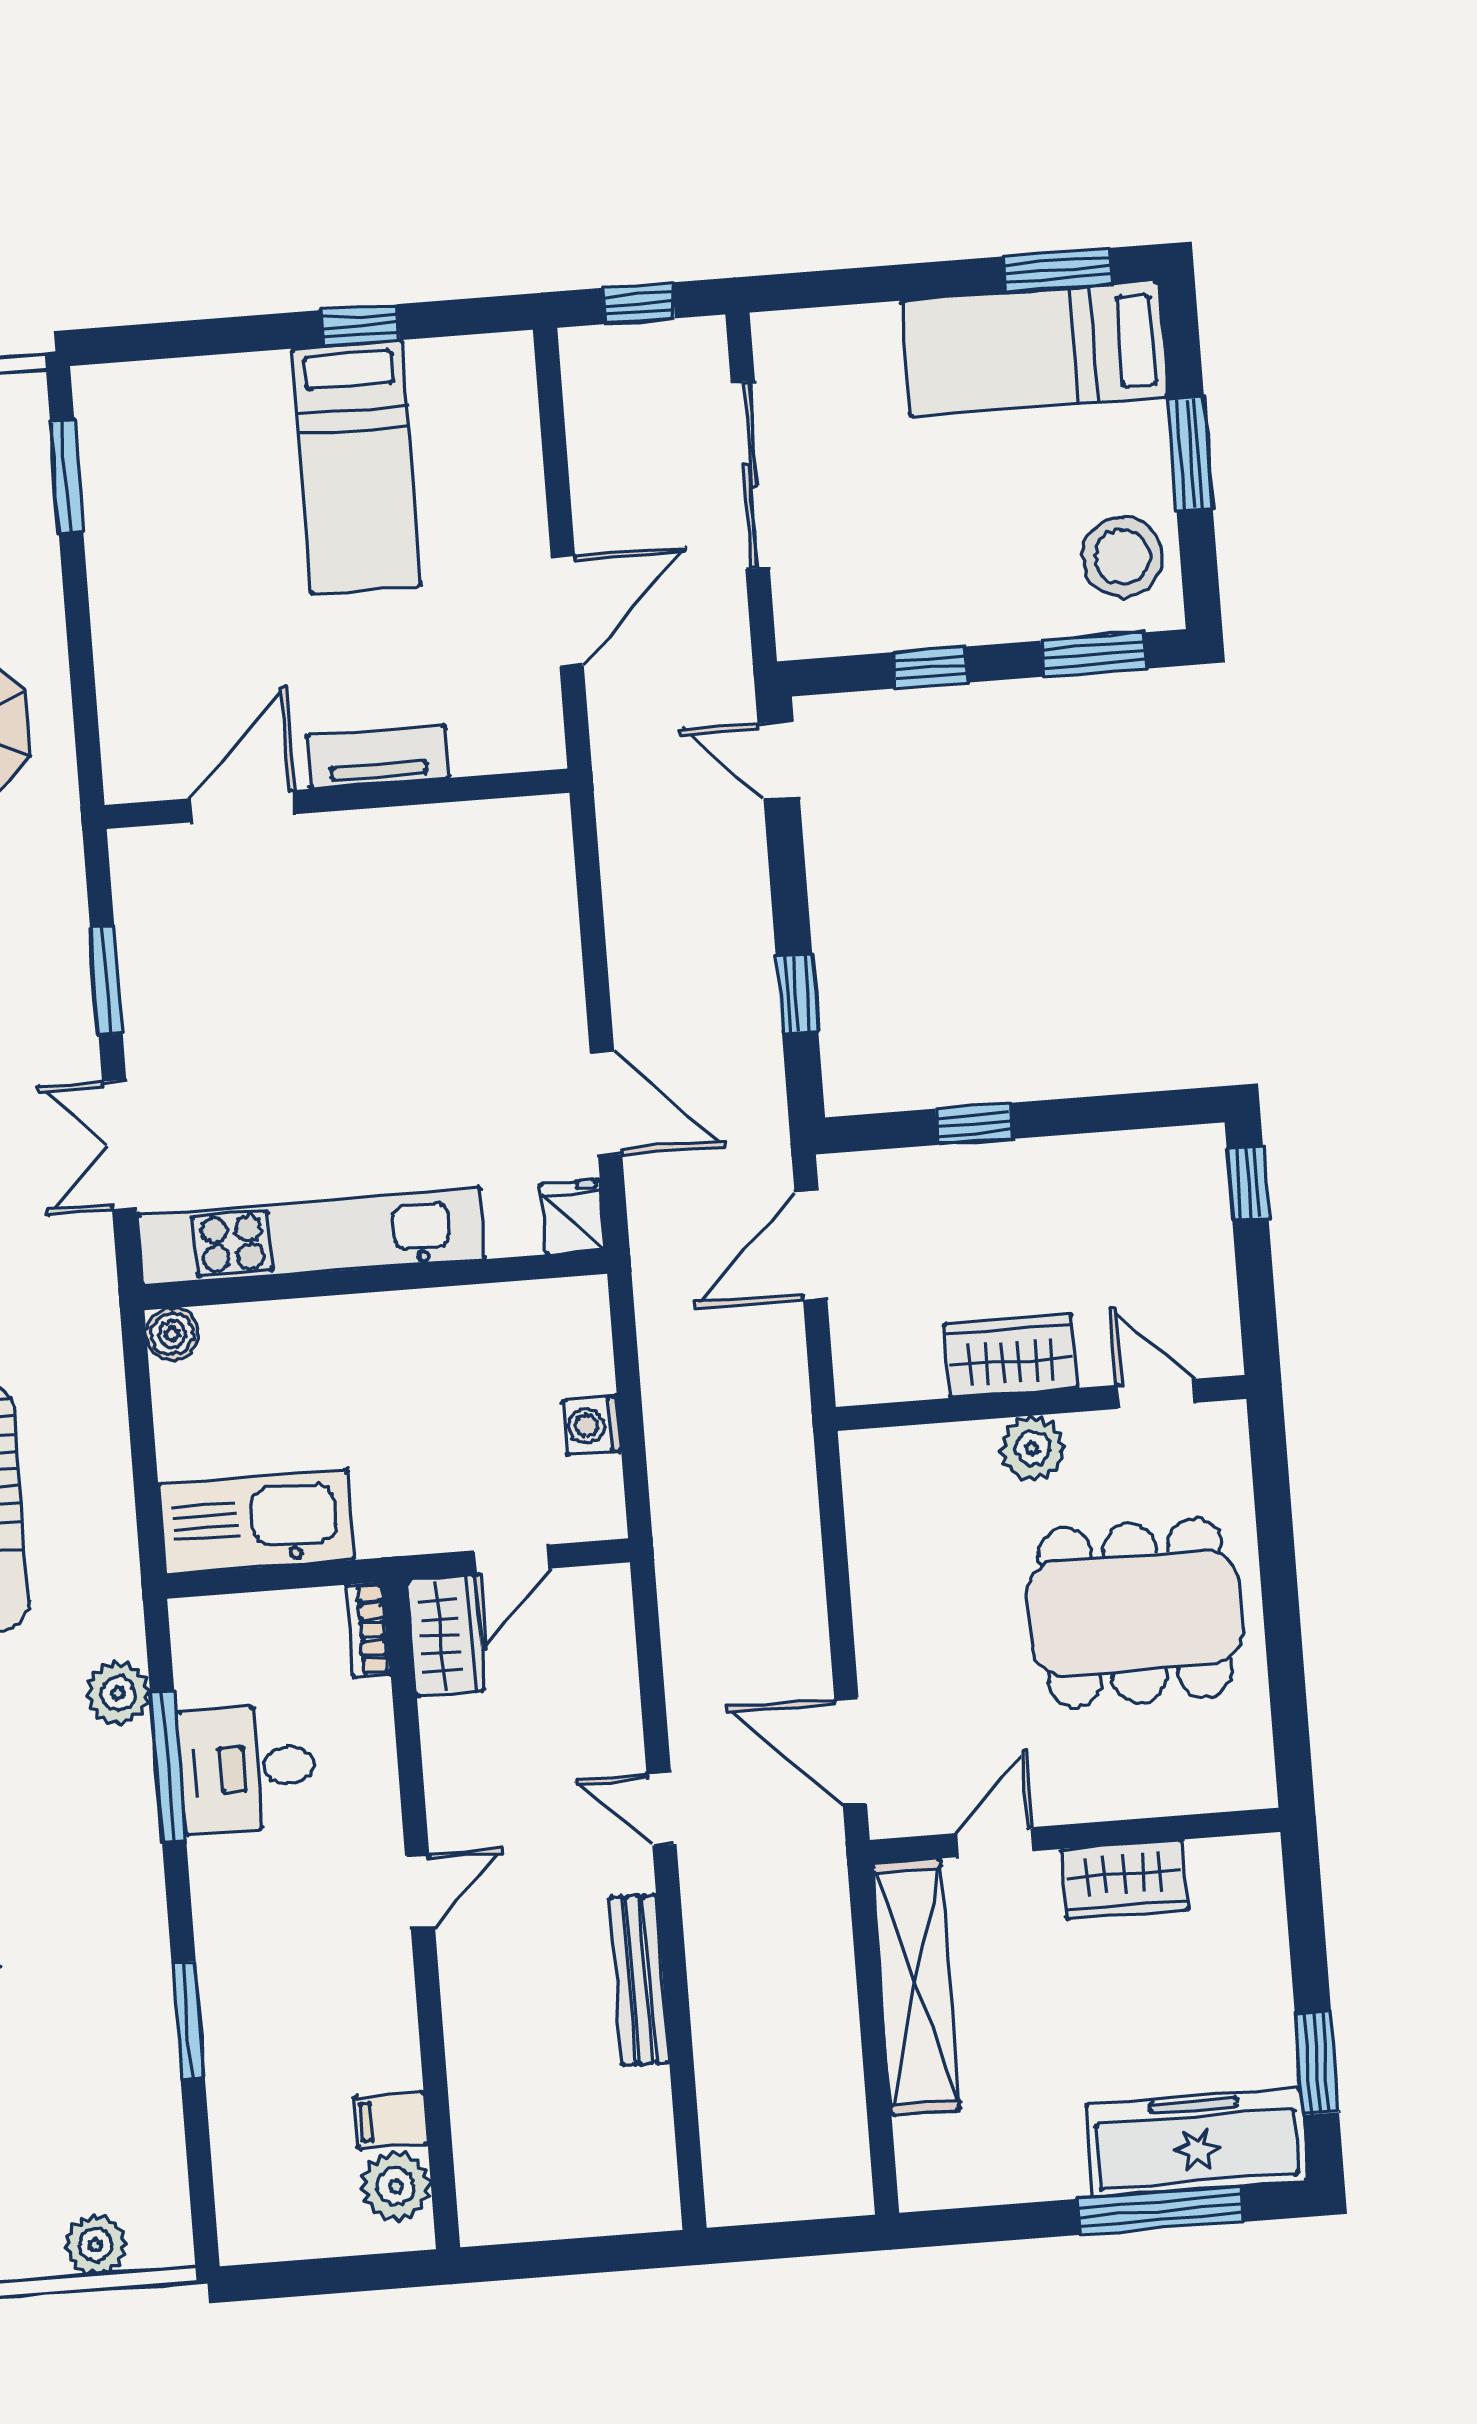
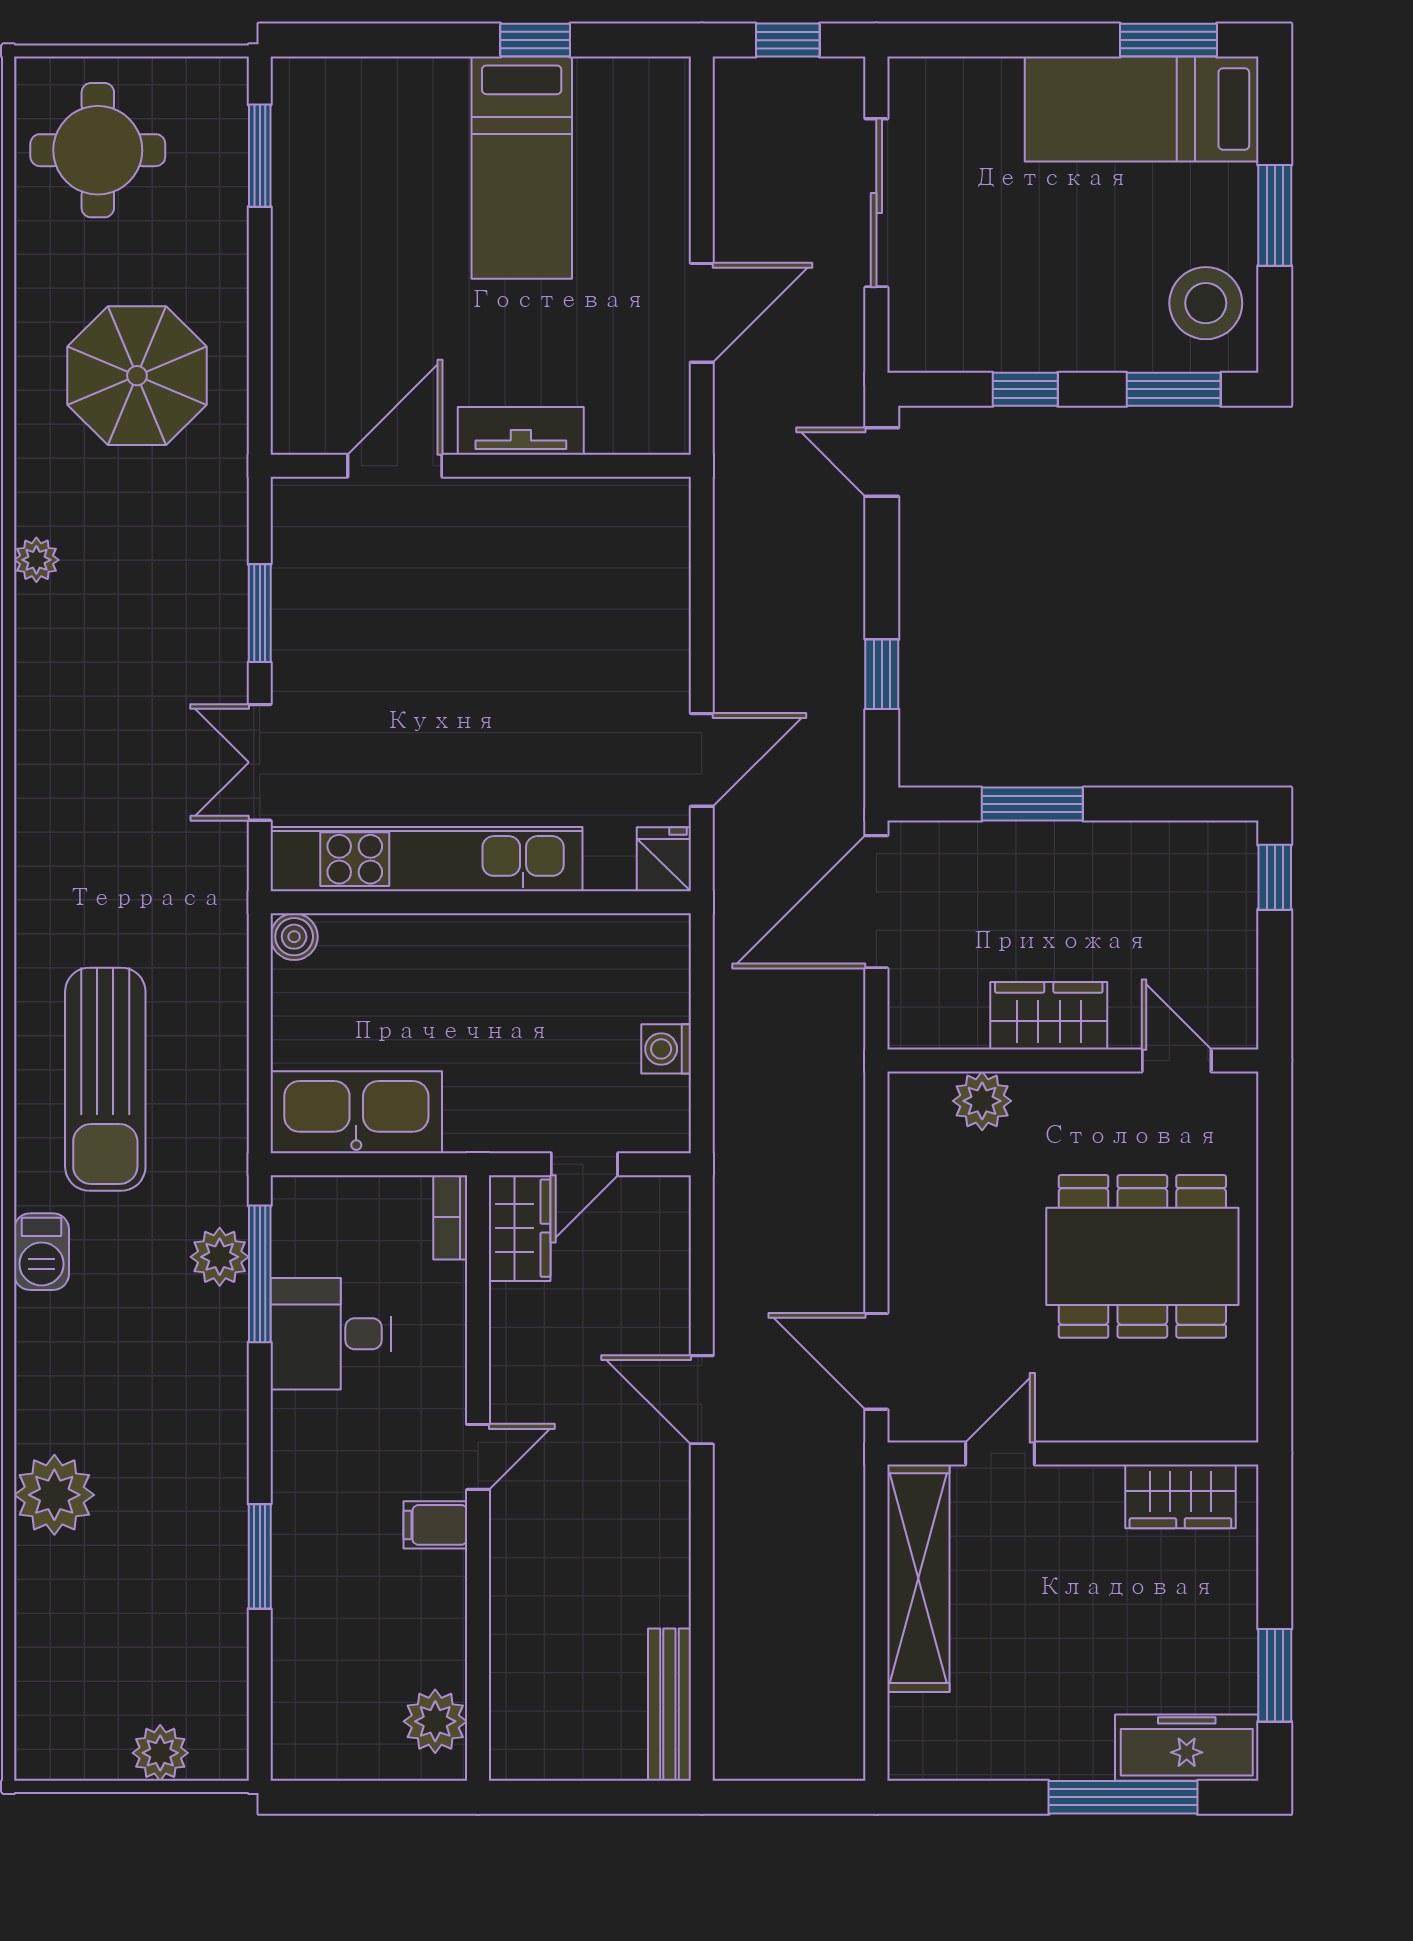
door: (606, 1104) -> (702, 760), hinge flipped
window: (974, 1124) -> (1032, 804), width x1.50
door: (811, 1245) -> (876, 902), width x1.36
plant: (1033, 1448) -> (982, 1101), moved
window: (168, 1766) -> (260, 1274), moved
door: (662, 1809) -> (702, 1400), width x1.38
wardrobe: (1124, 1880) -> (1180, 1496), moved
bench: (639, 1980) -> (669, 1705), moved
filing cabinet: (391, 2120) -> (435, 1525), moved
freezer: (1197, 2143) -> (1187, 1748), width x0.73, depth x0.79

